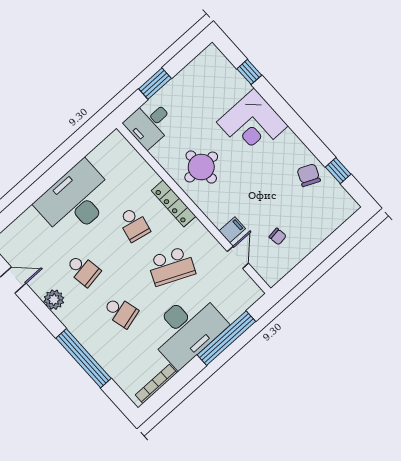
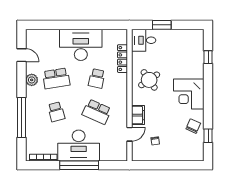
corner desk: (252, 124) -> (189, 94), moved
round table: (201, 167) -> (149, 80), turned -34
locker: (174, 203) -> (123, 59), moved
filing cabinet: (232, 230) -> (138, 115), width x2.00
school desk: (83, 270) -> (56, 78), width x1.85
window: (226, 338) -> (79, 165), moved

